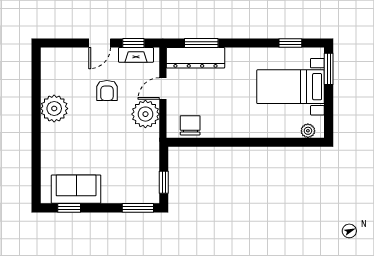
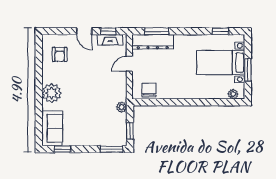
door: (100, 43) -> (84, 31), hinge flipped
window: (329, 69) -> (248, 70), moved
armchair: (107, 90) -> (60, 54), moved
plant: (54, 109) -> (52, 93), moved
plant: (145, 114) -> (122, 107), moved, width x0.53, depth x0.53
sofa: (76, 189) -> (52, 128), moved, turned 90

